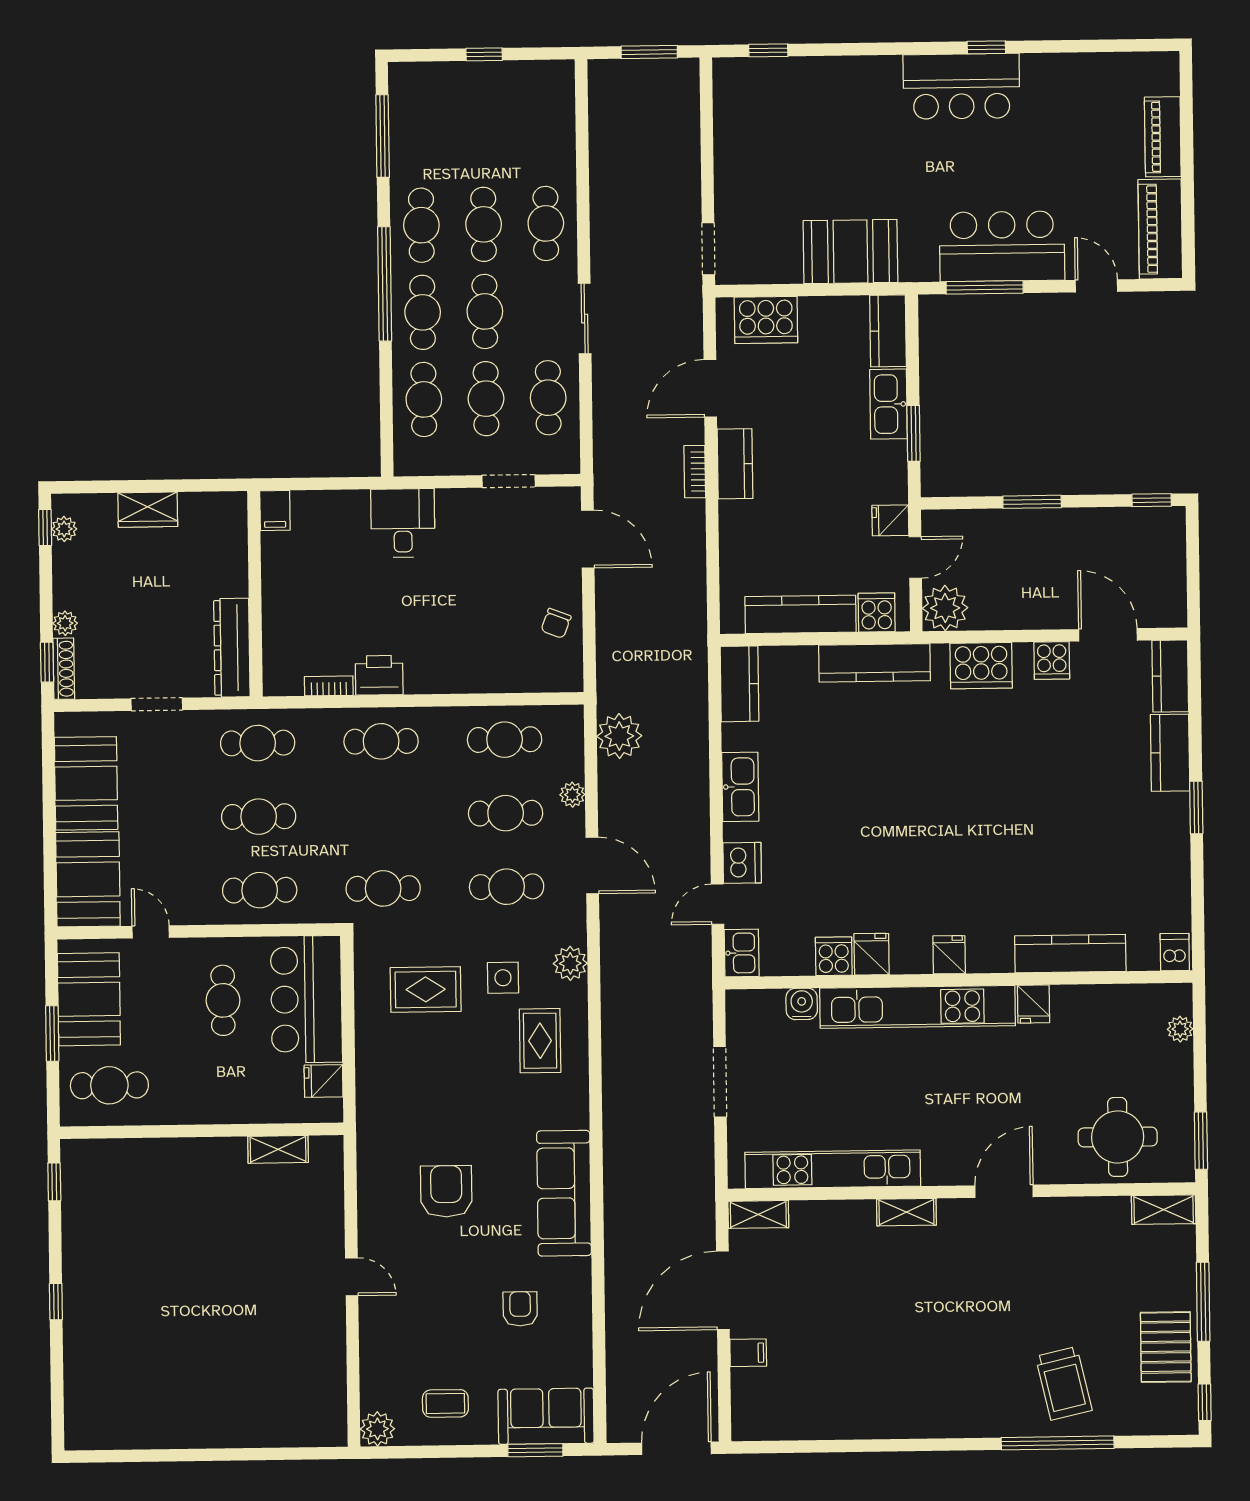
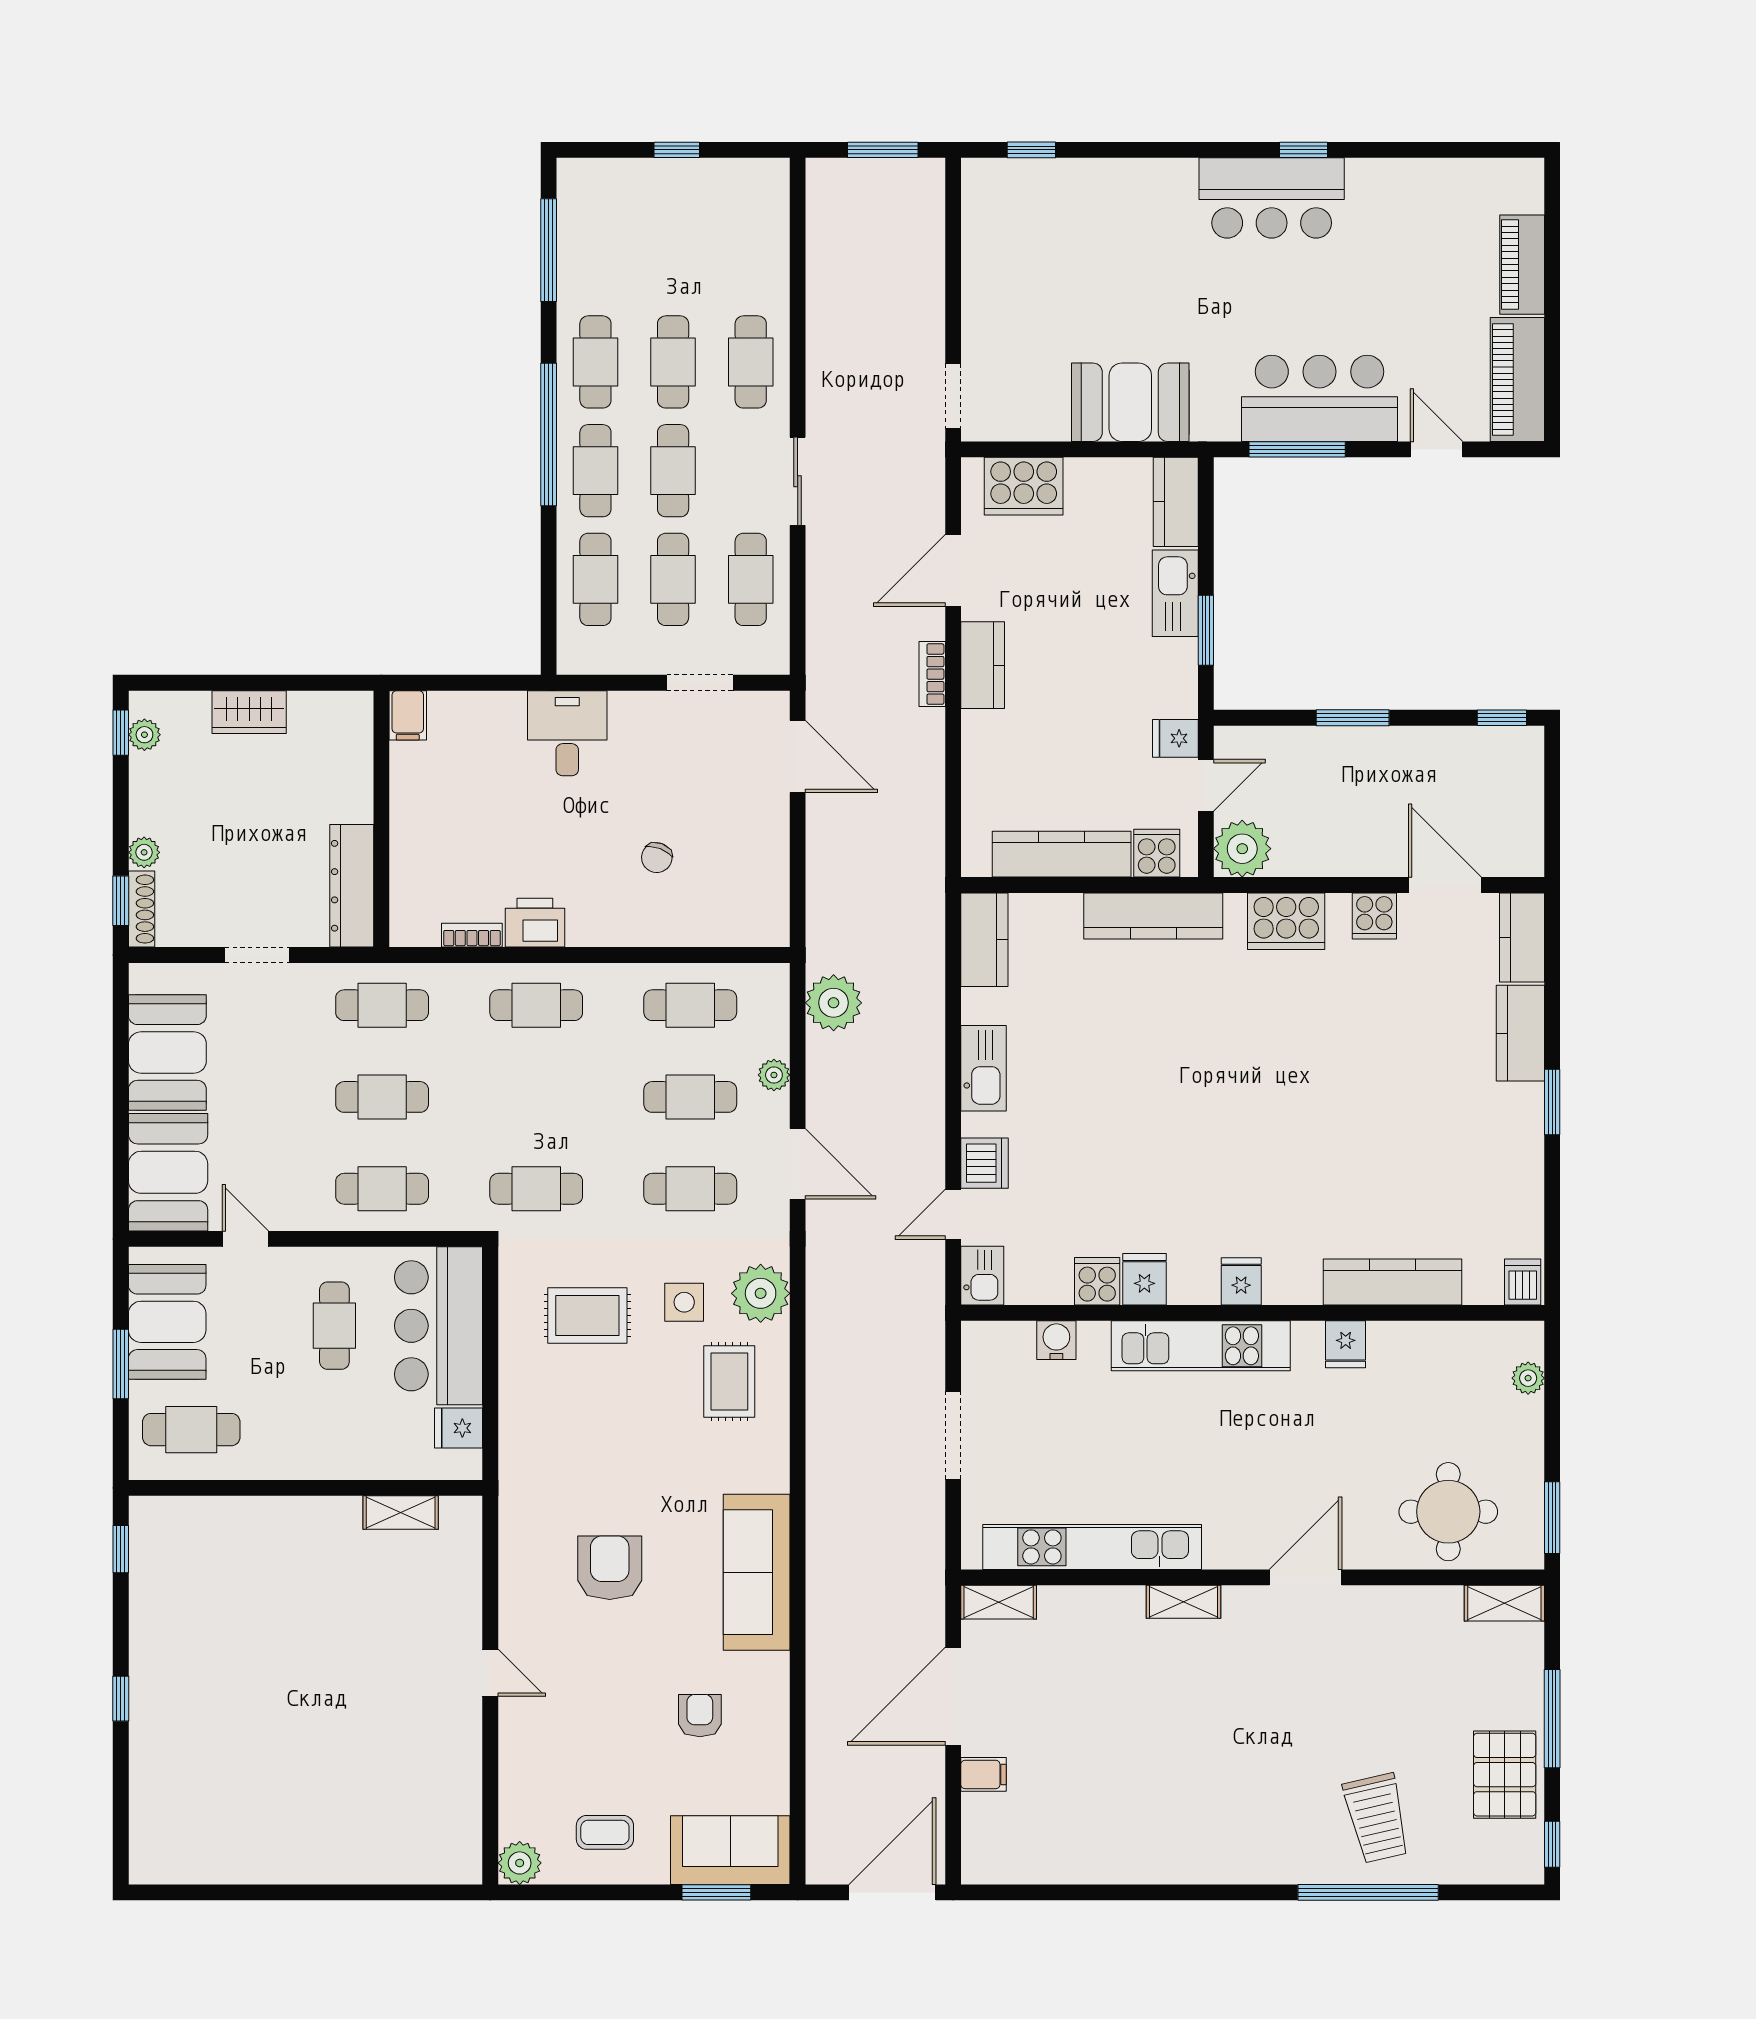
chair: (556, 623) -> (657, 858), moved
plant: (570, 963) -> (761, 1293), width x1.36, depth x1.36
kitchen unit: (917, 1007) -> (1201, 1346), width x0.73

